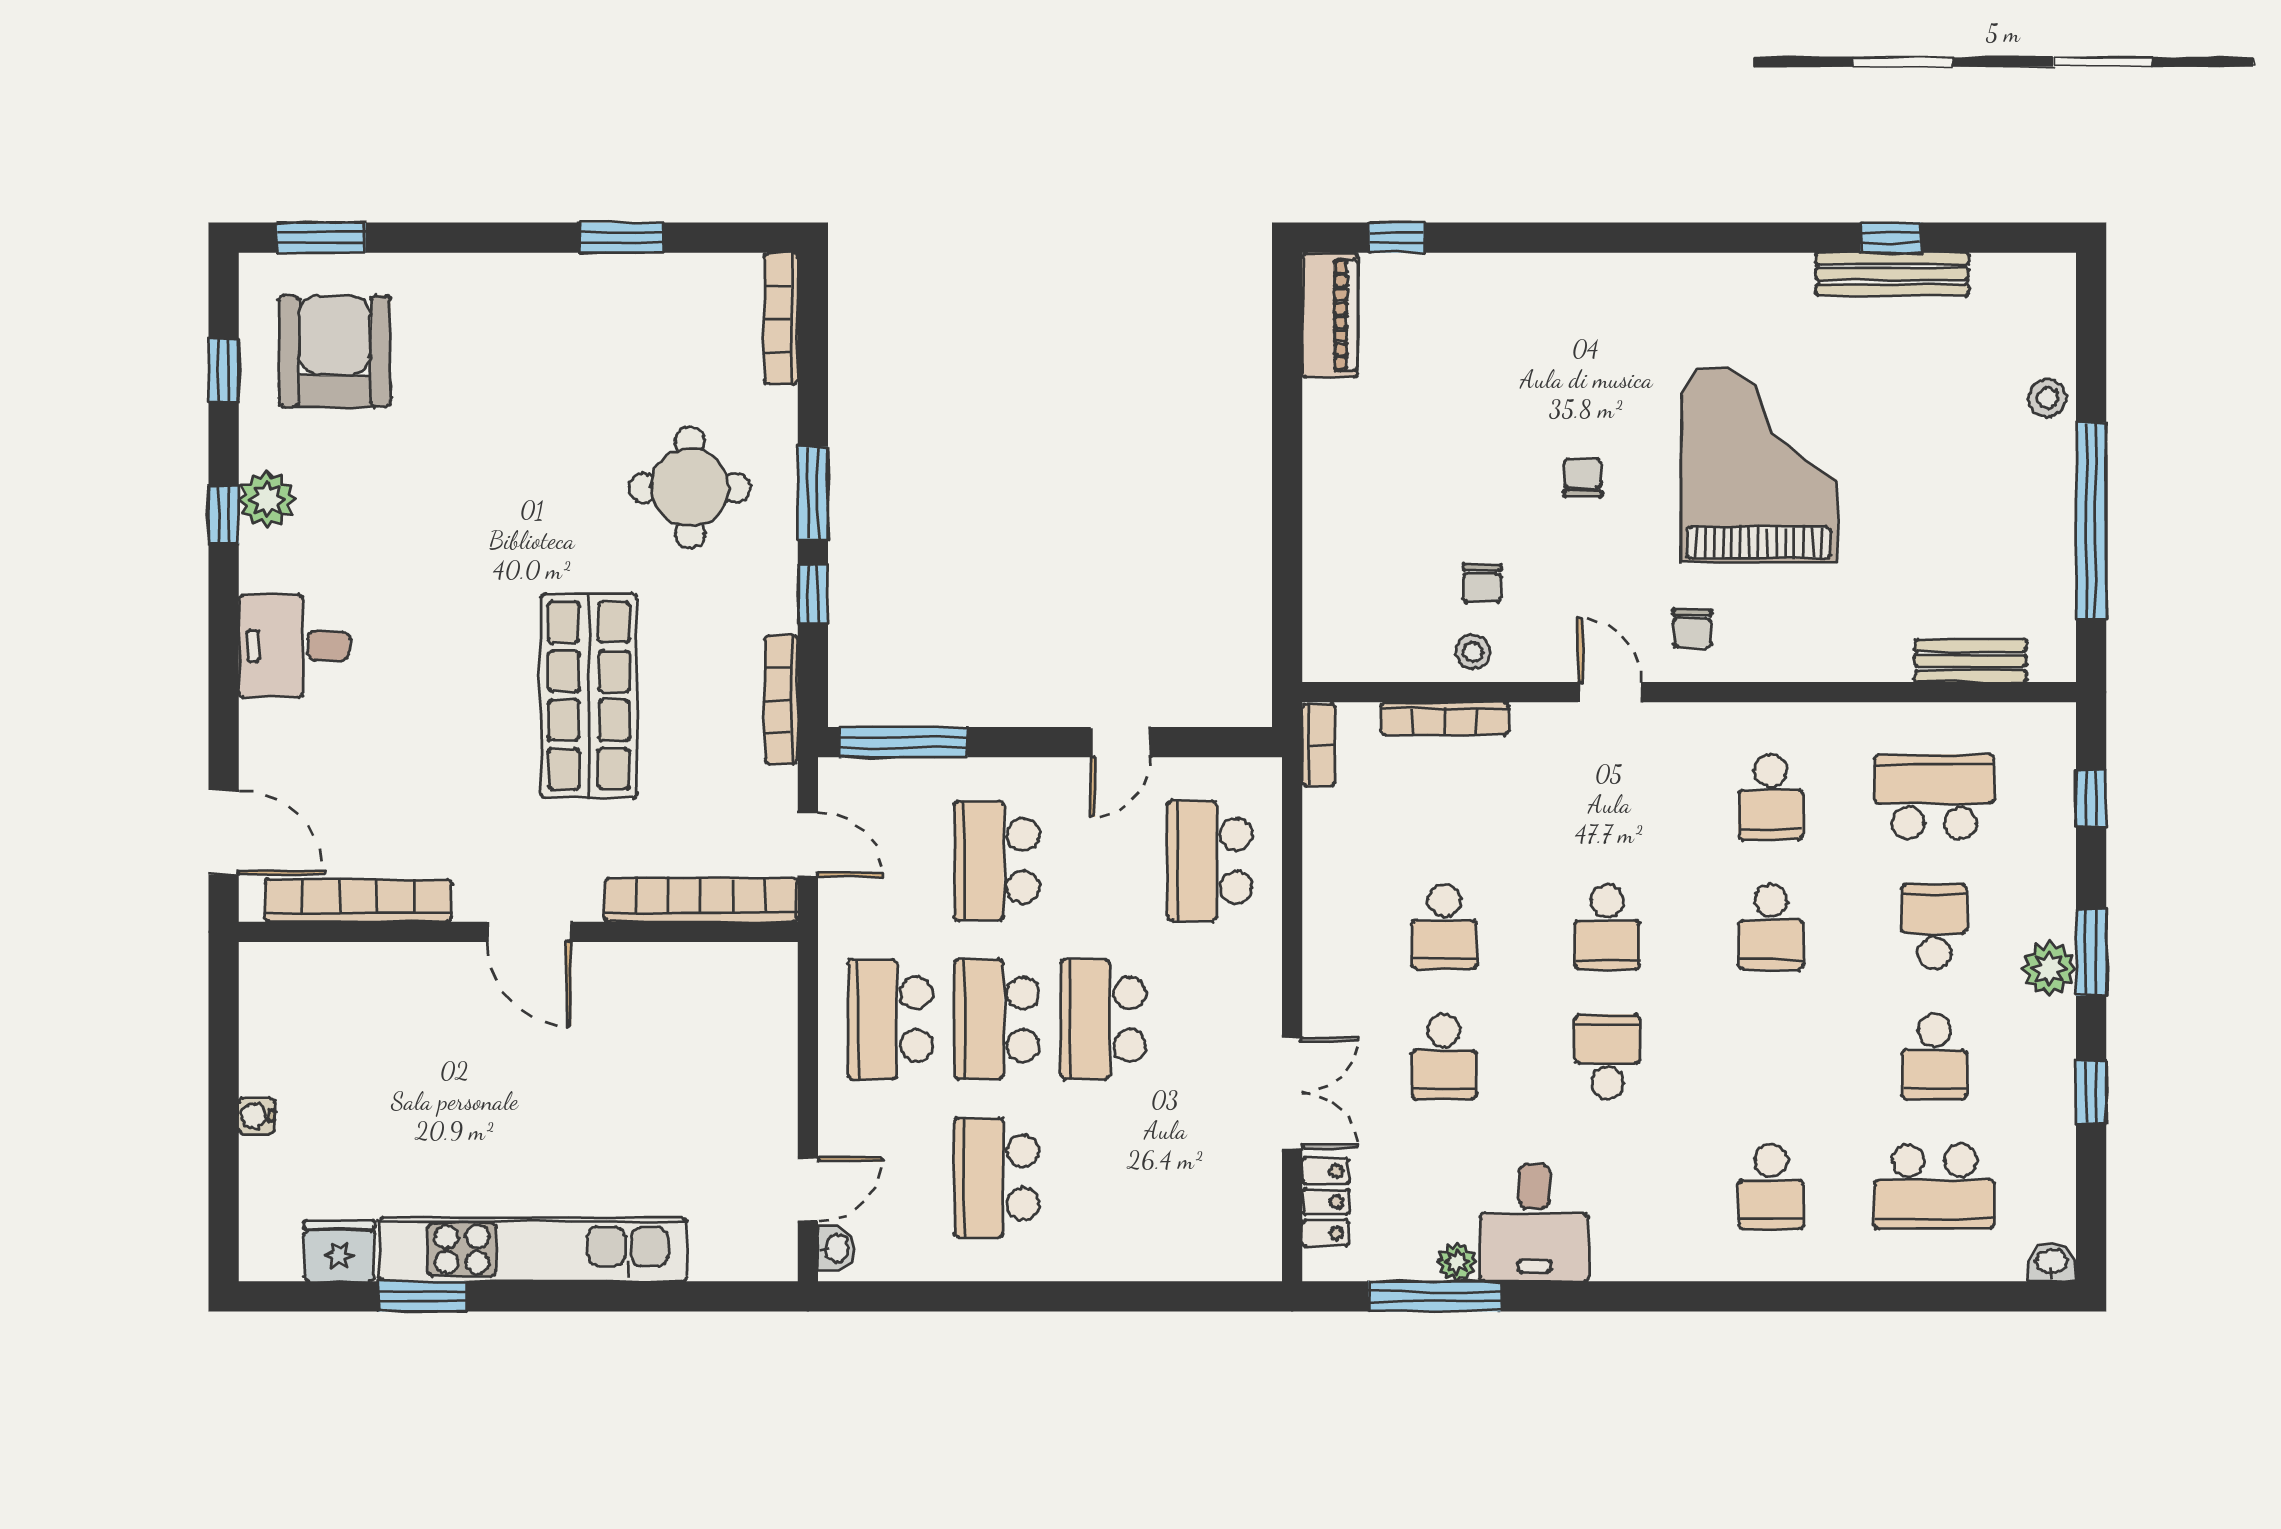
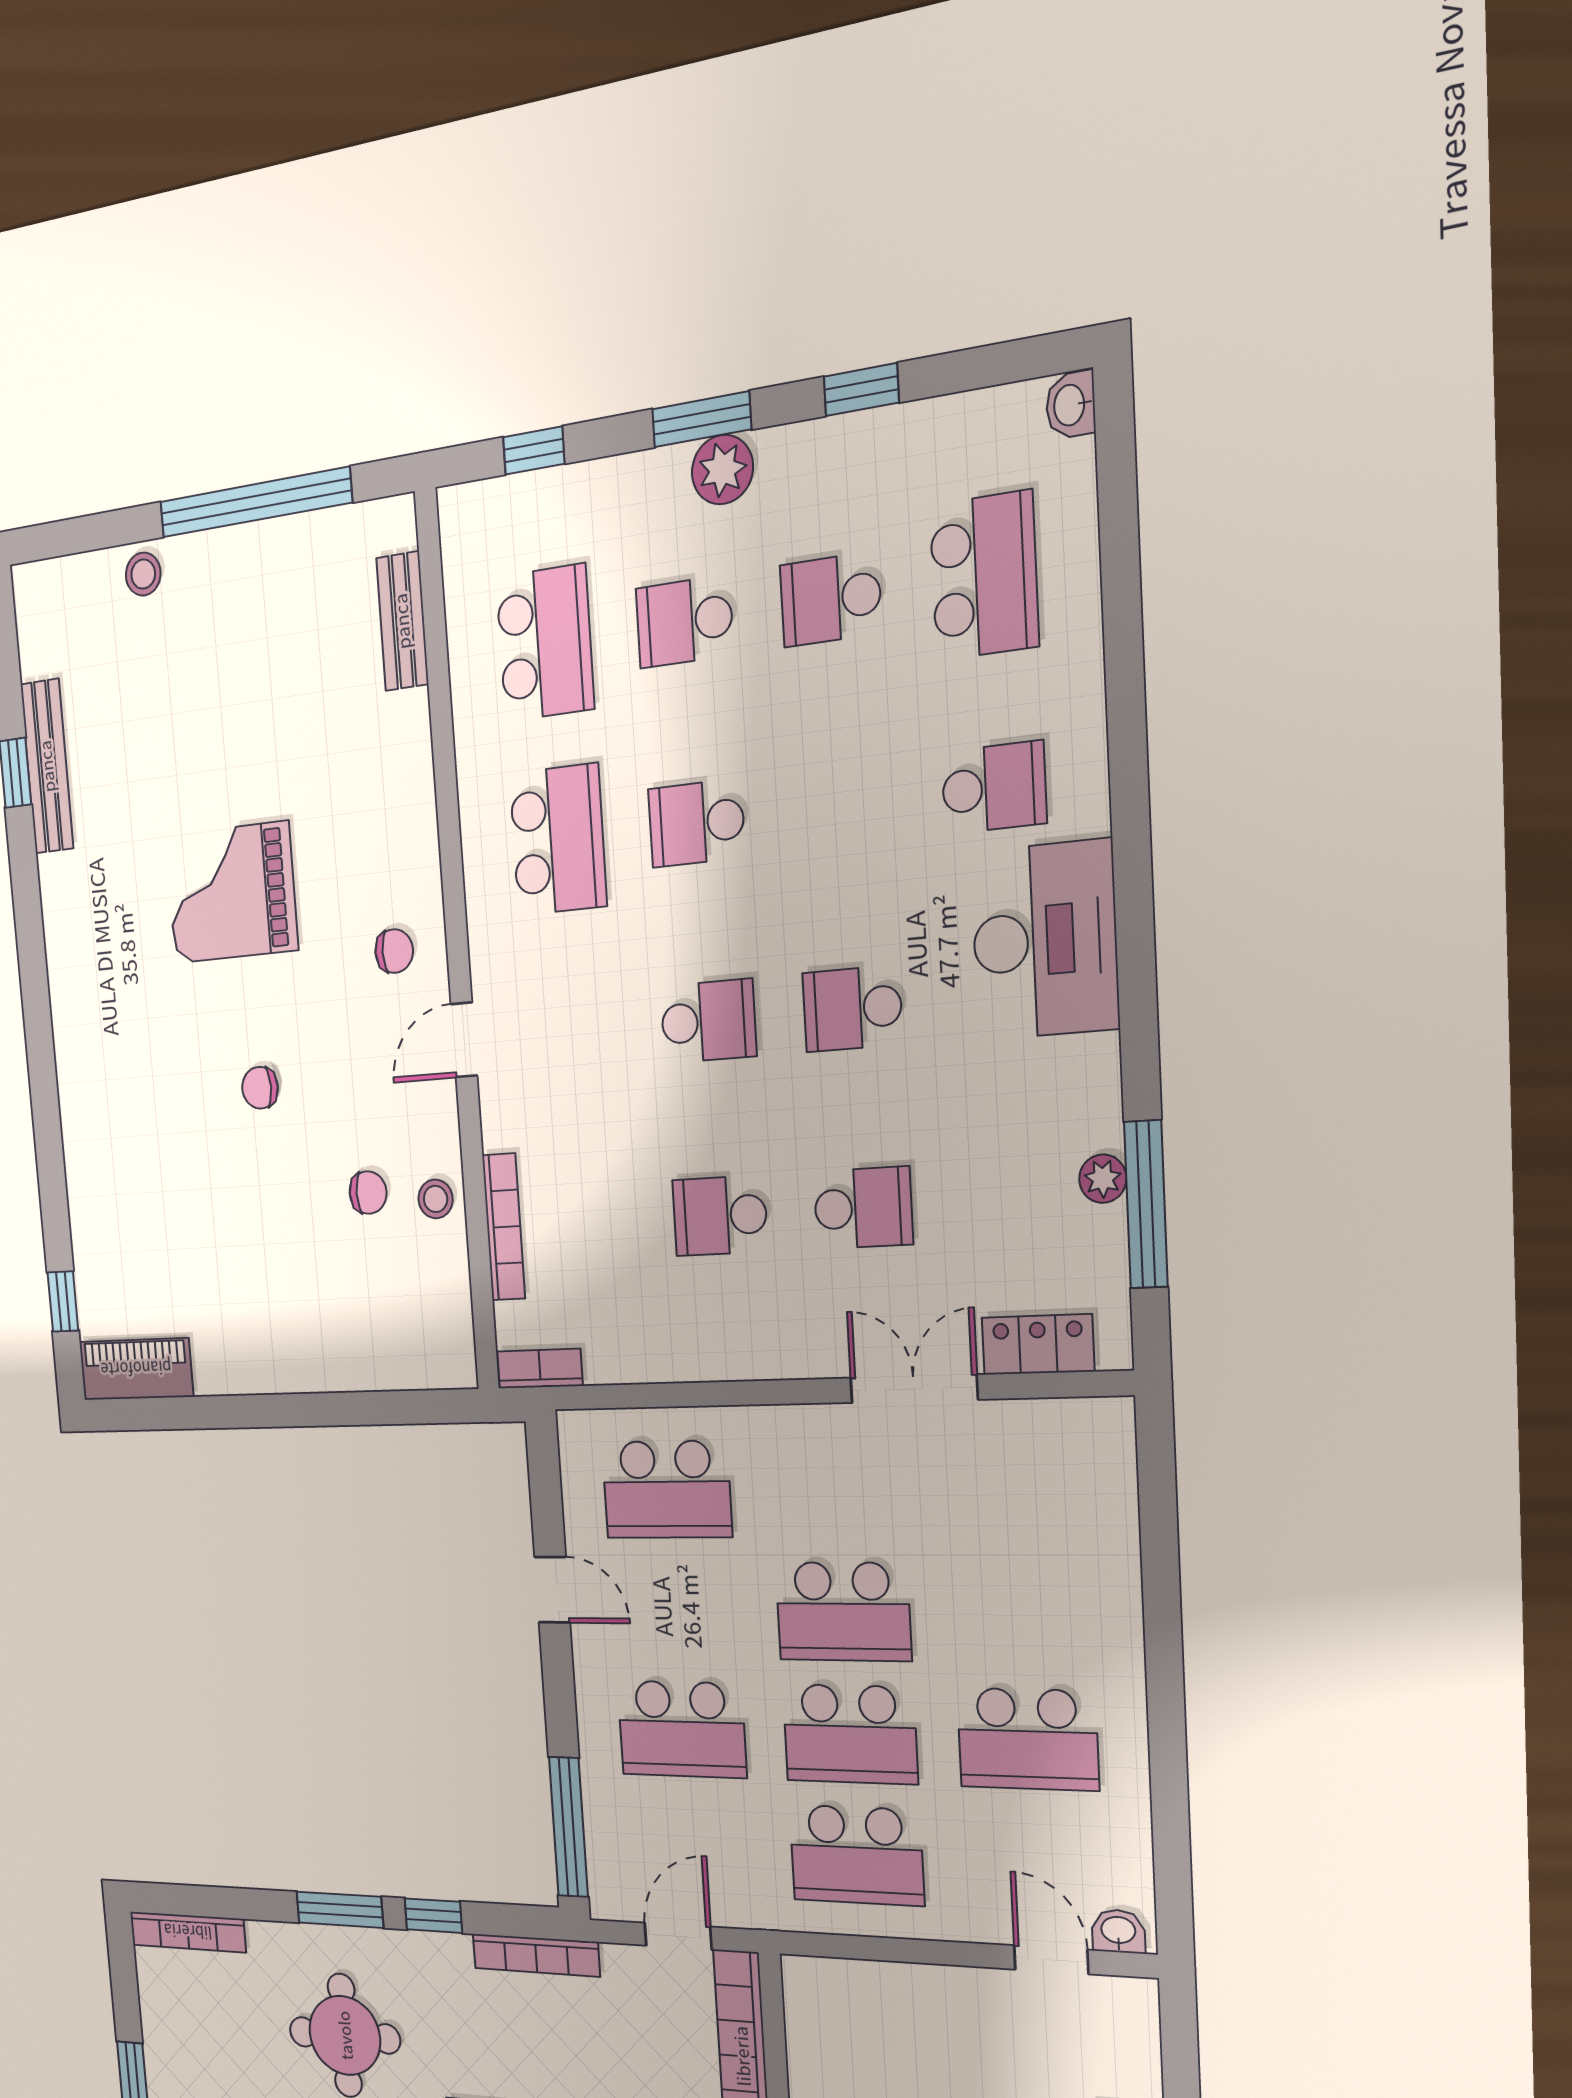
grand piano: (1759, 464) -> (231, 893), width x0.73, depth x0.68
school desk: (1771, 797) -> (558, 840), width x1.85
school desk: (1934, 797) -> (545, 643), turned 180
school desk: (1444, 927) -> (720, 1216), turned 180
school desk: (1771, 927) -> (697, 823), turned 180
school desk: (1934, 1057) -> (831, 599), turned 180
desk: (1534, 1223) -> (1045, 940), moved, width x1.37

